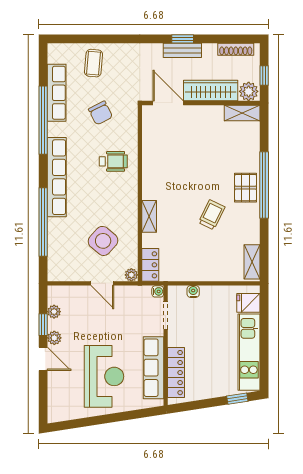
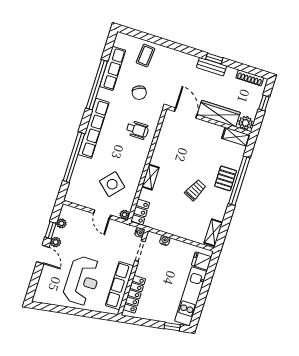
wardrobe: (211, 90) -> (219, 114), moved
plant: (249, 91) -> (245, 123), moved
door: (168, 103) -> (186, 113), moved
wall: (201, 103) -> (209, 120), moved
shelving: (242, 113) -> (236, 137), moved

